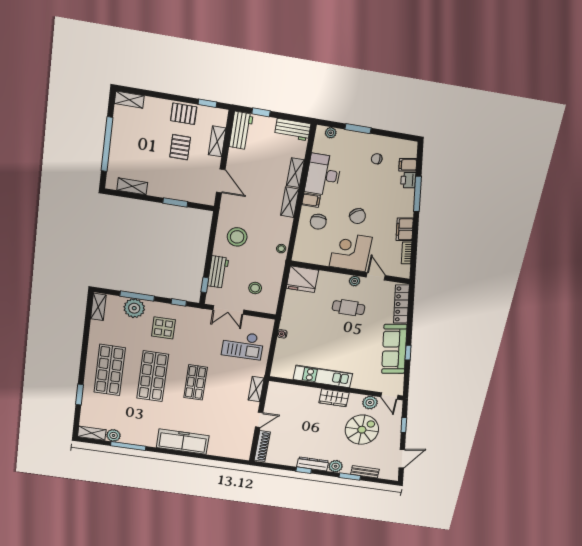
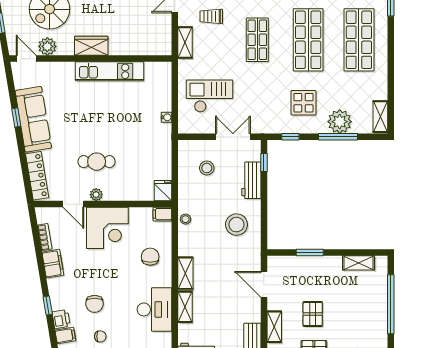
window: (417, 194) -> (48, 305), width x0.46
filing cabinet: (311, 200) -> (162, 214), moved
chair: (358, 216) -> (95, 304), moved, turned -146
fridge: (302, 279) -> (163, 191), width x0.53, depth x0.75
trolley: (231, 406) -> (211, 16), added

